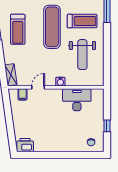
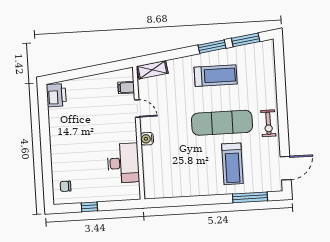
treadmill: (18, 29) -> (216, 76), turned 180
weight bench: (82, 55) -> (186, 167), removed

